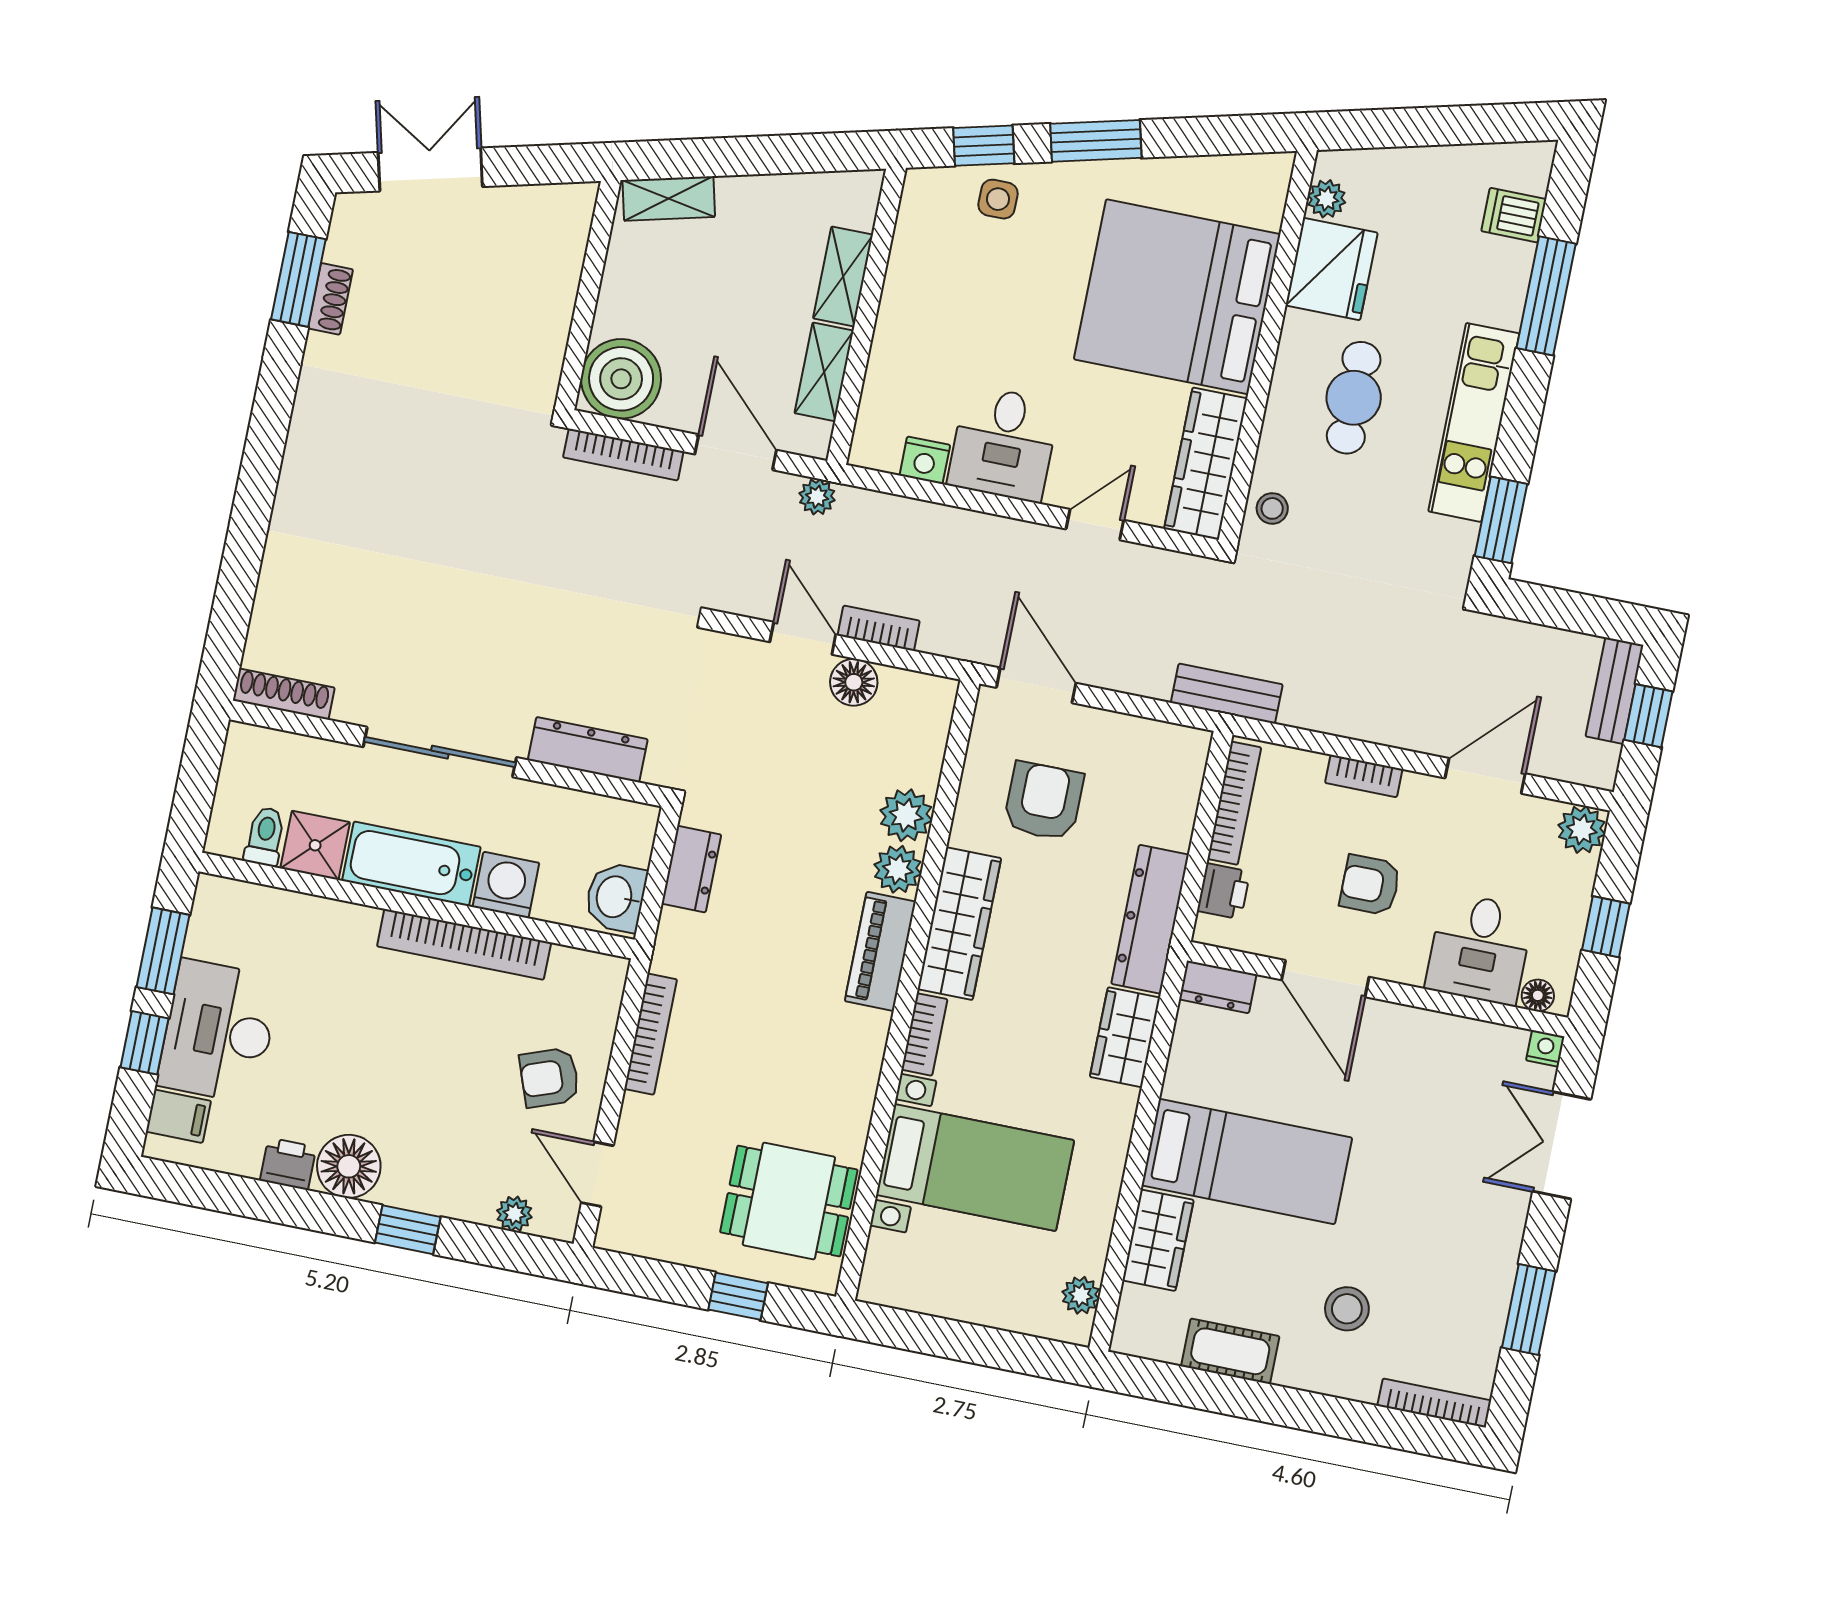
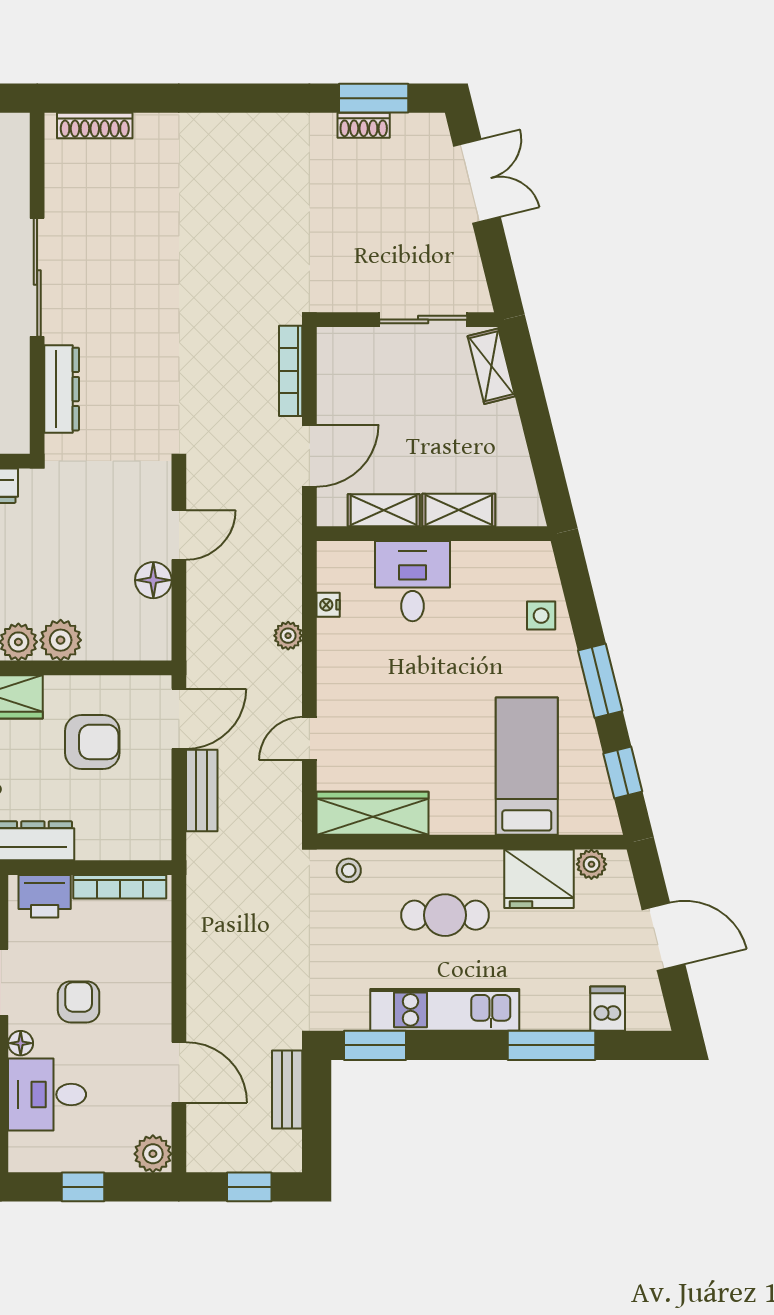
door: (1437, 126) -> (663, 937), added
window: (984, 146) -> (623, 773), moved
sliding door: (592, 273) -> (423, 320), added
bed: (1177, 297) -> (527, 766), width x0.49
boiler: (621, 379) -> (347, 358), removed
desk: (1004, 444) -> (413, 581), moved, turned 90
nightstand: (925, 460) -> (328, 605), width x0.72, depth x0.74
plant: (817, 497) -> (288, 636), moved
door: (1095, 525) -> (309, 739), swing flipped
bookcase: (879, 628) -> (198, 591), removed
bench: (1615, 691) -> (287, 1090), moved, turned 90
shoe rack: (284, 694) -> (95, 125), moved, turned 90
bench: (1227, 694) -> (202, 791), moved
bookcase: (1364, 776) -> (160, 981), removed
printer: (1224, 891) -> (45, 896), width x1.36, depth x1.24
floor lamp: (1538, 995) -> (21, 1043), moved

